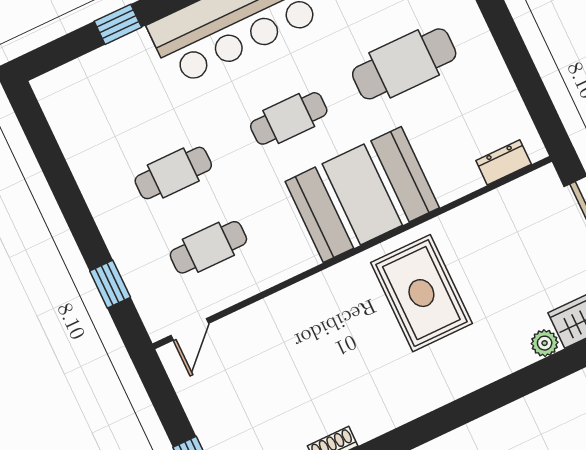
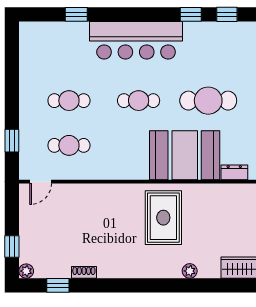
booth: (362, 195) -> (185, 155), moved
plant: (545, 343) -> (190, 271), moved

